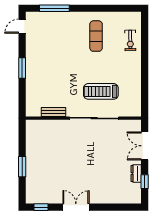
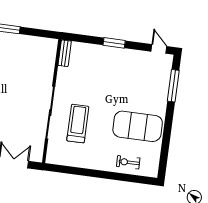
exercise mat: (96, 36) -> (138, 126), width x2.00, depth x1.45
bench: (54, 112) -> (65, 53), moved

